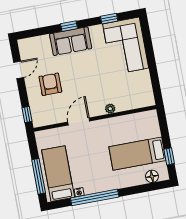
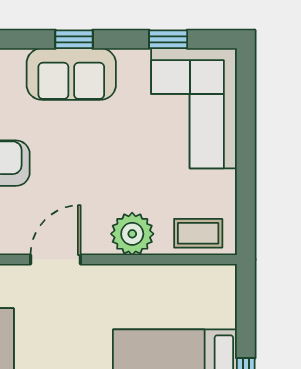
coffee table: (137, 99) -> (198, 233), added
plant: (110, 109) -> (132, 234), width x1.88, depth x1.88

